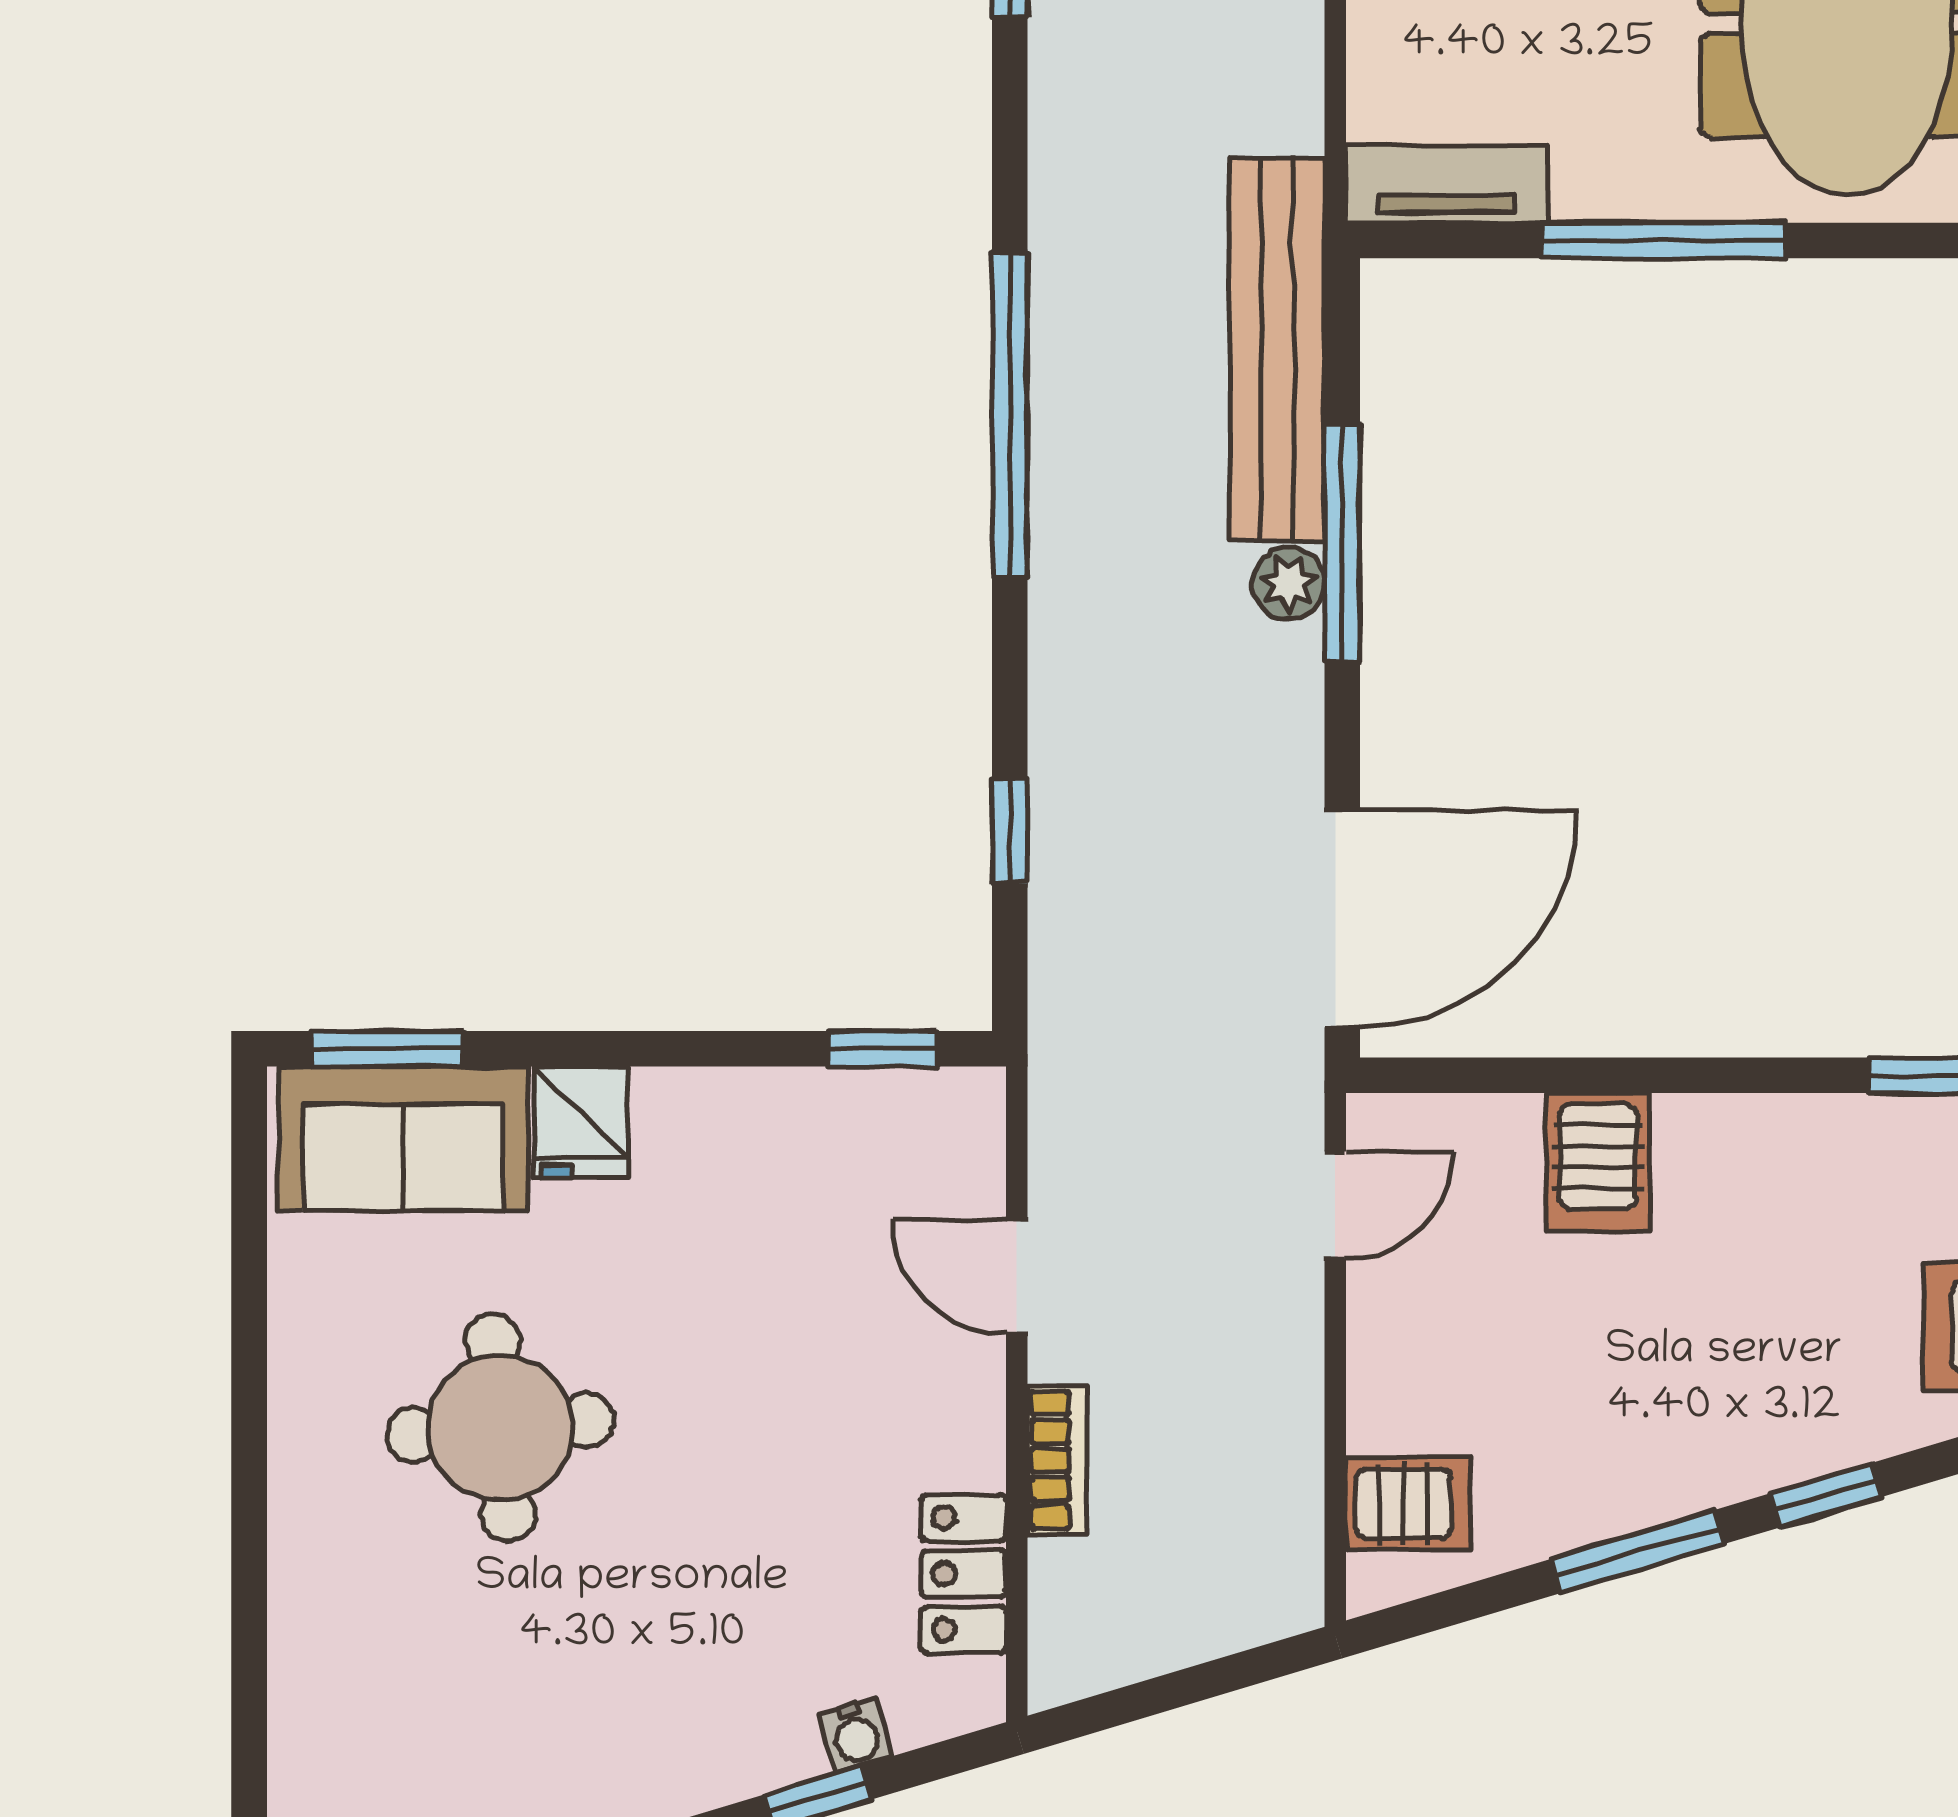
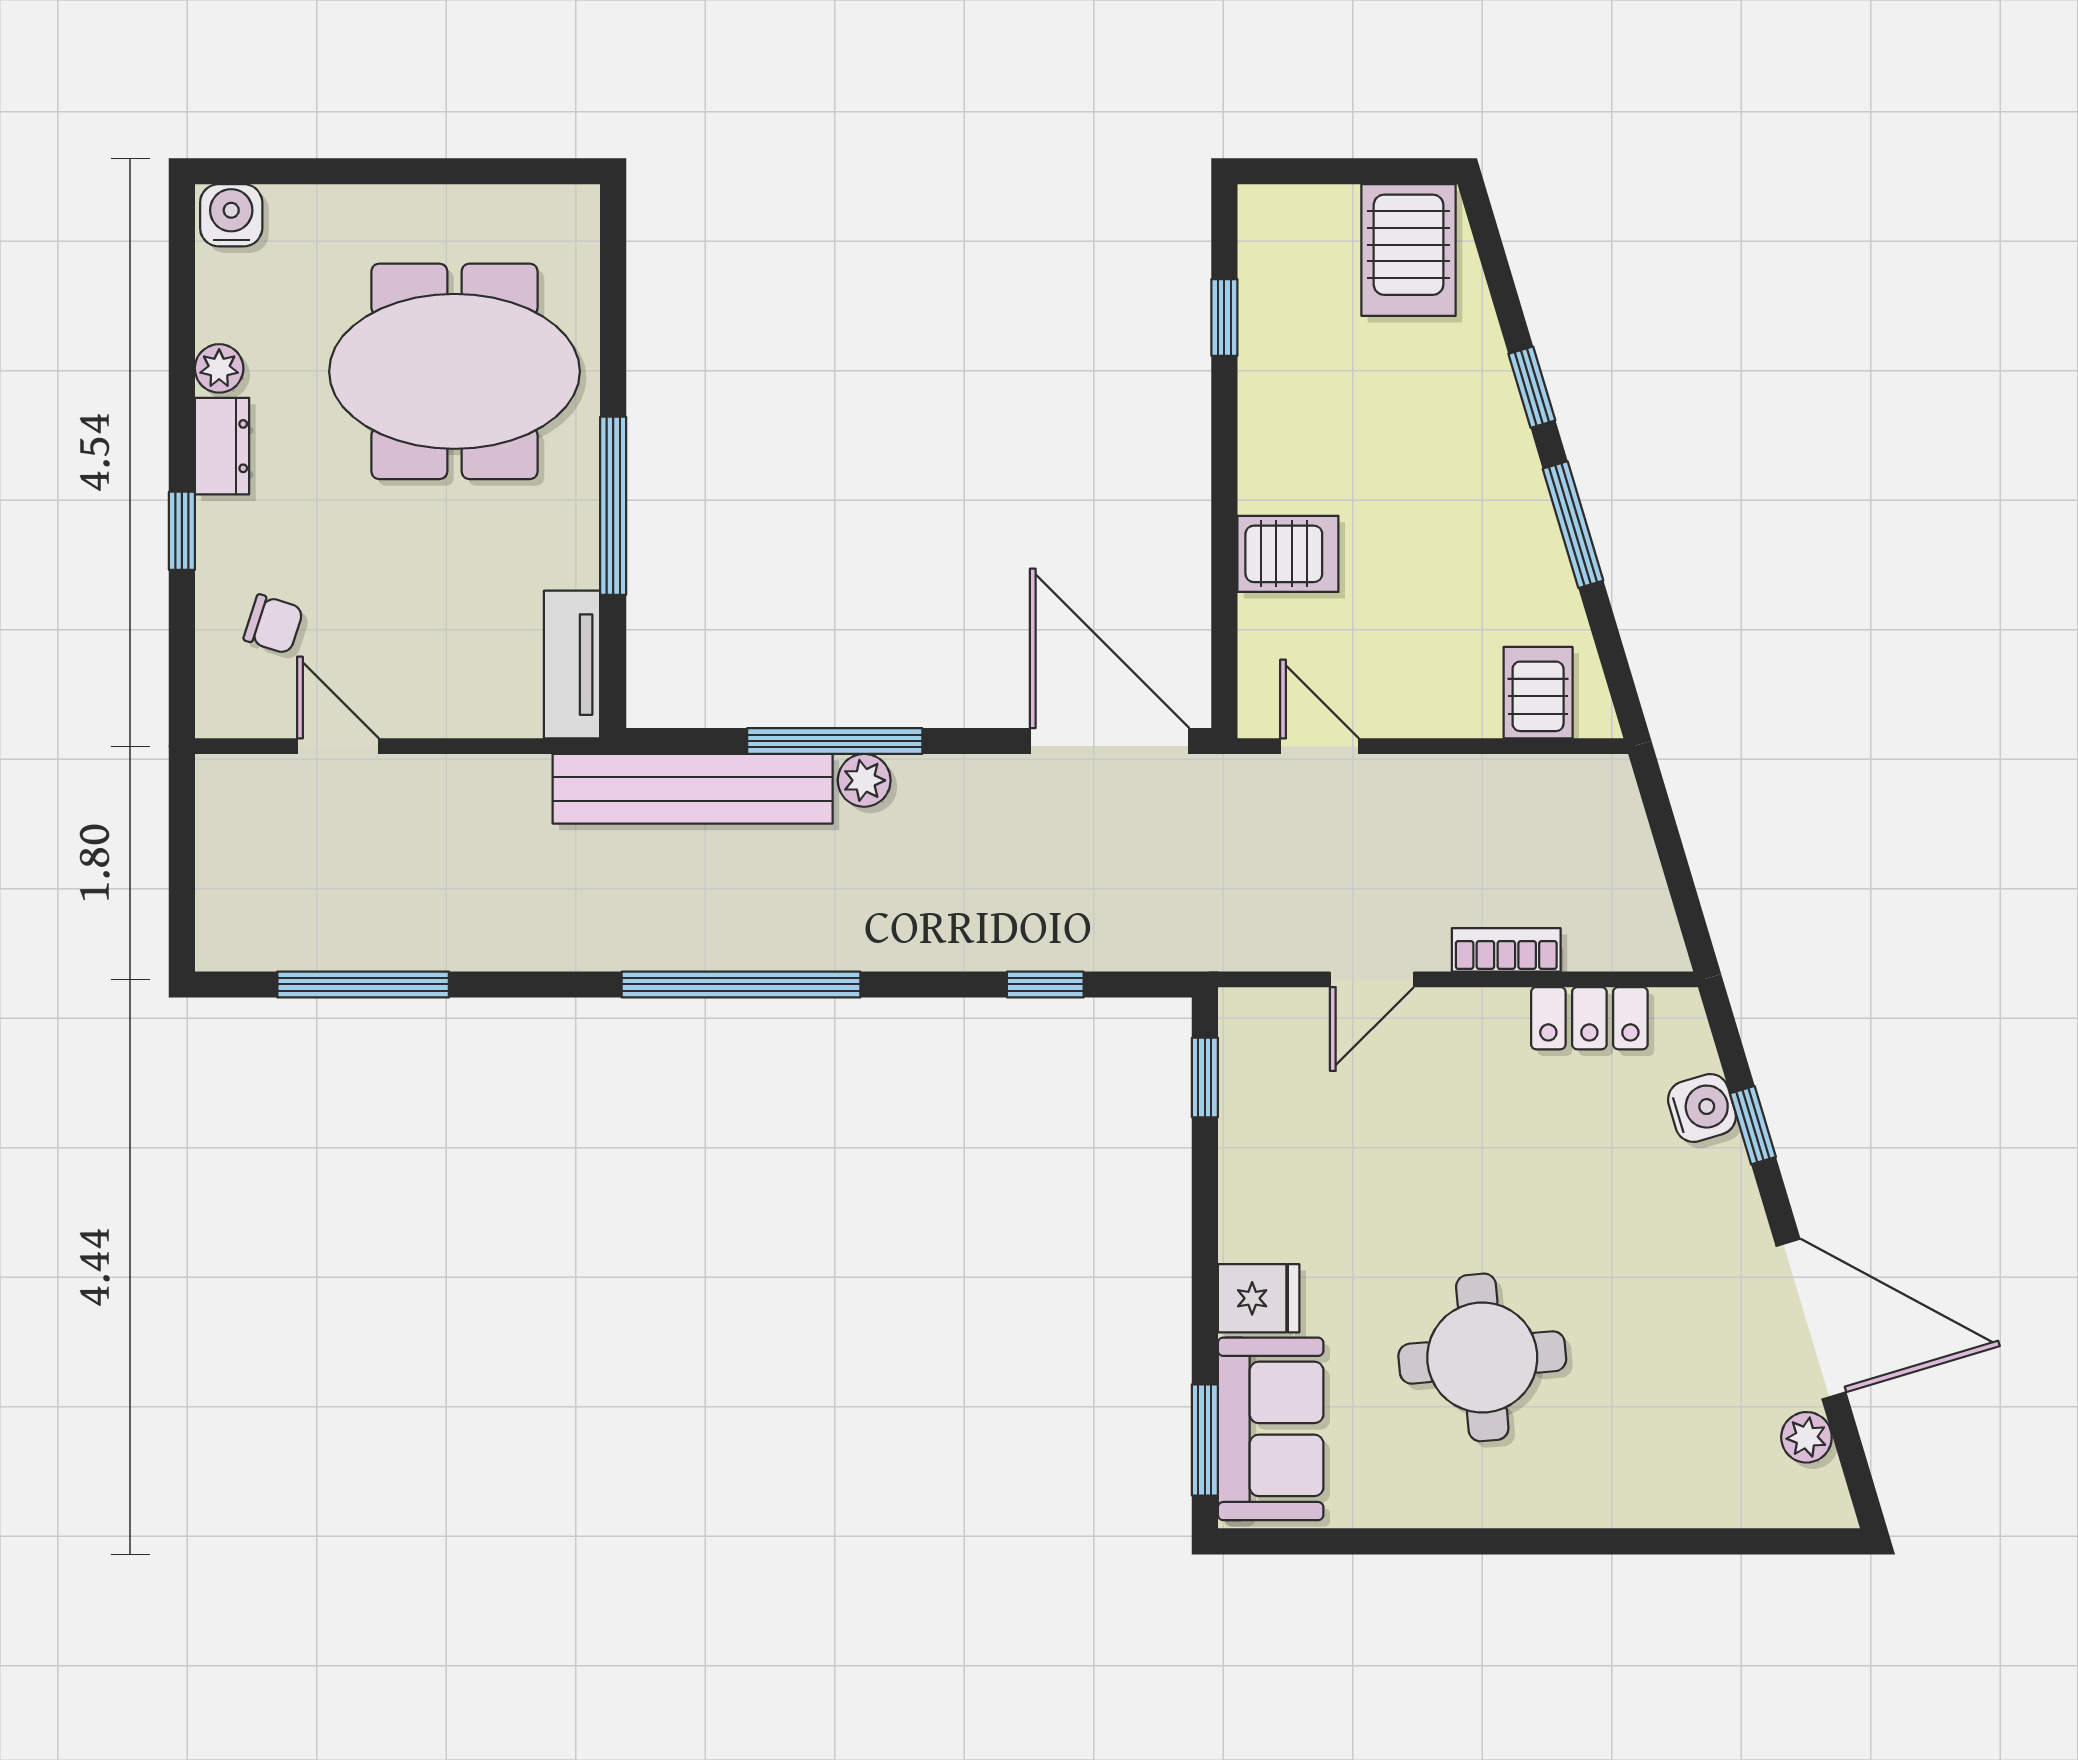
water cooler: (856, 1735) -> (1702, 1108), width x1.38, depth x1.38

